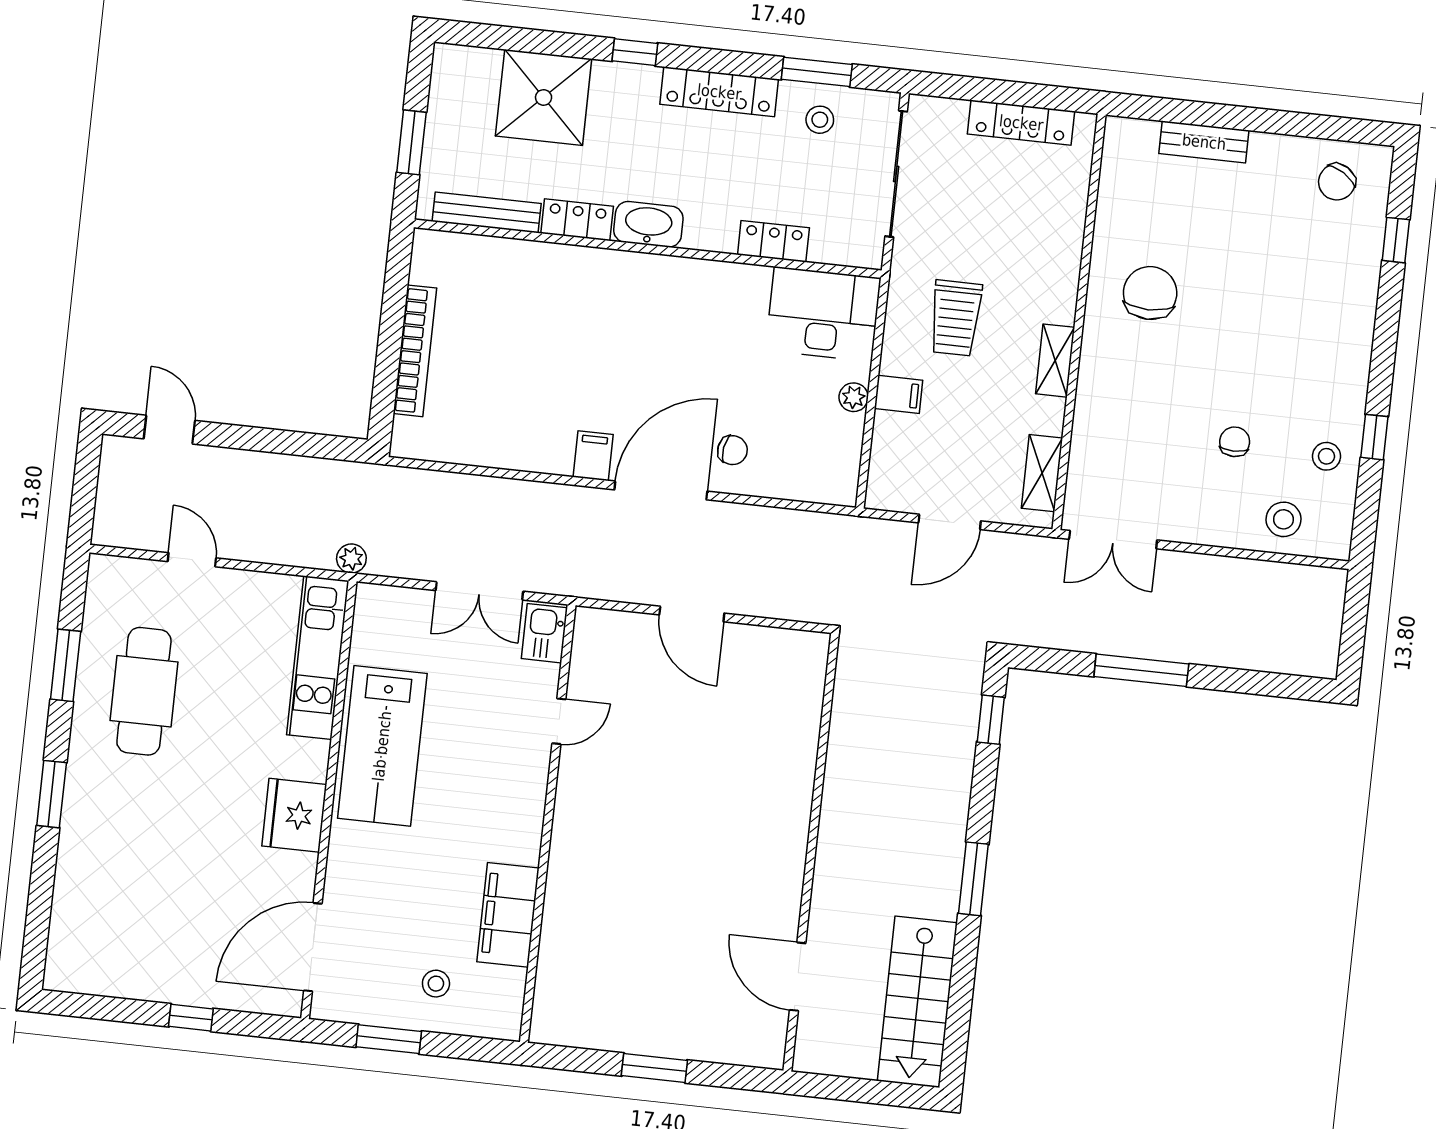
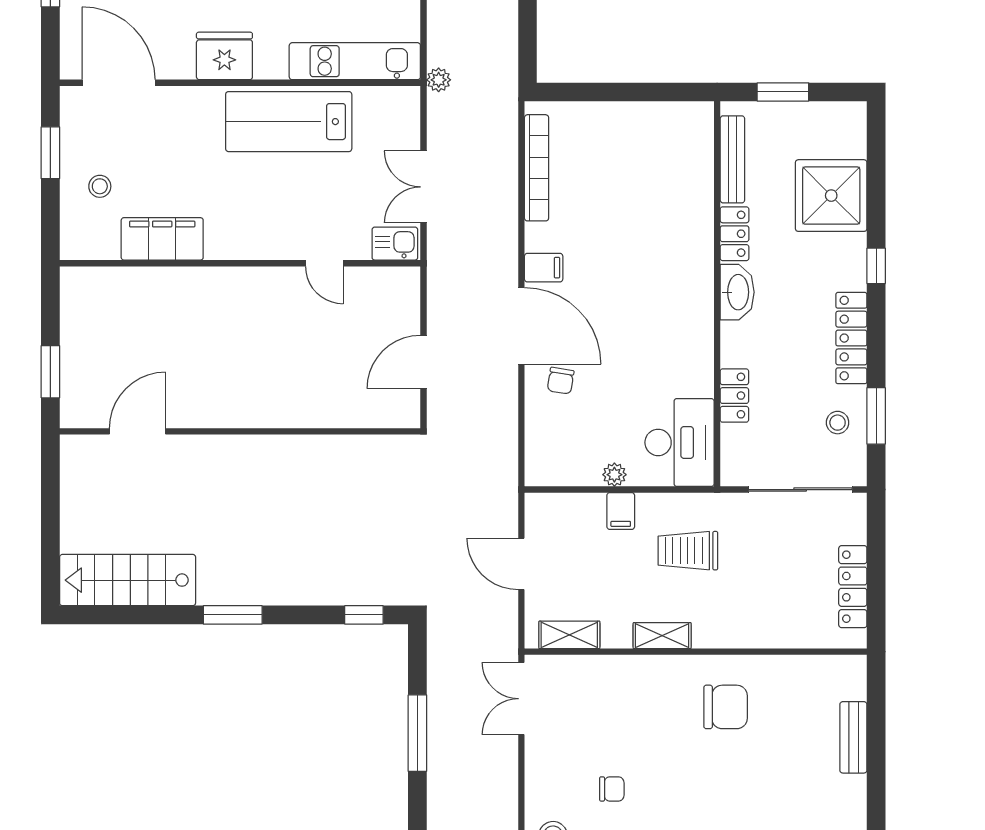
bookcase: (415, 351) -> (537, 168), moved, turned -90
wall: (811, 852) -> (240, 431), moved
door: (798, 977) -> (137, 431), moved

